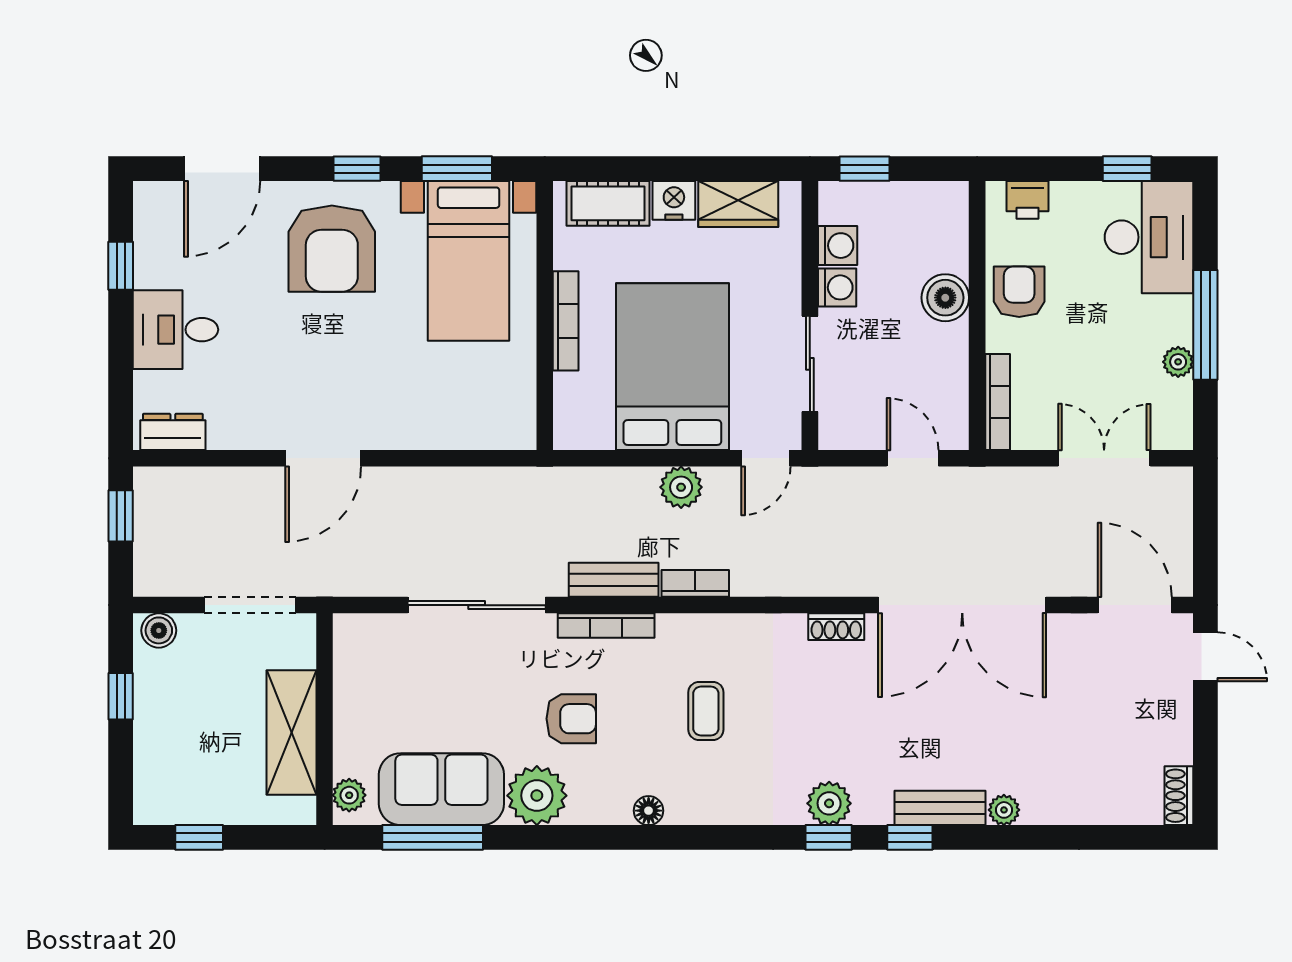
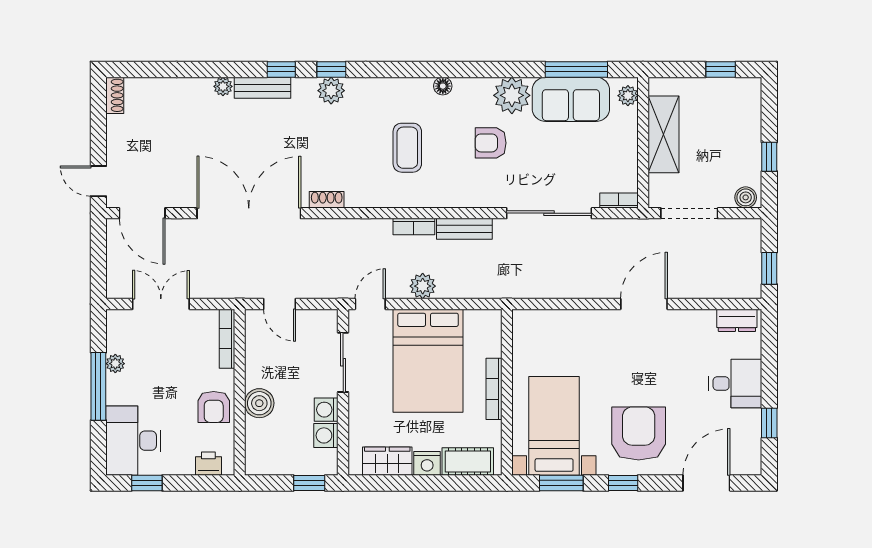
double door: (1104, 458) -> (161, 304), swing flipped
bookcase: (606, 626) -> (619, 201), moved, width x0.64
coffee table: (706, 711) -> (407, 148), width x1.36, depth x1.30

